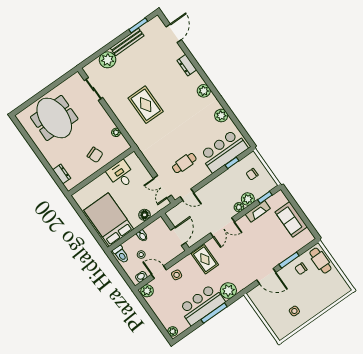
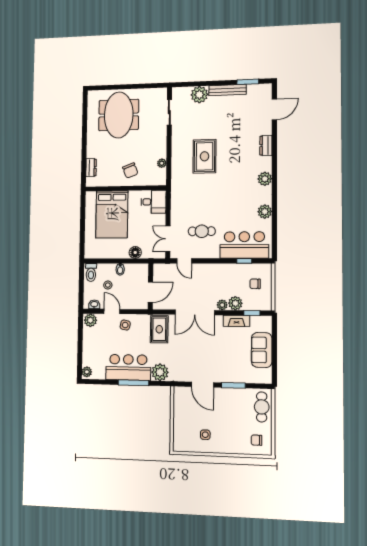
desk: (121, 174) -> (153, 202), moved, turned 90
bed: (109, 220) -> (112, 214), moved, turned 180
double door: (222, 227) -> (195, 312), width x1.37
chair: (301, 269) -> (257, 440), moved

